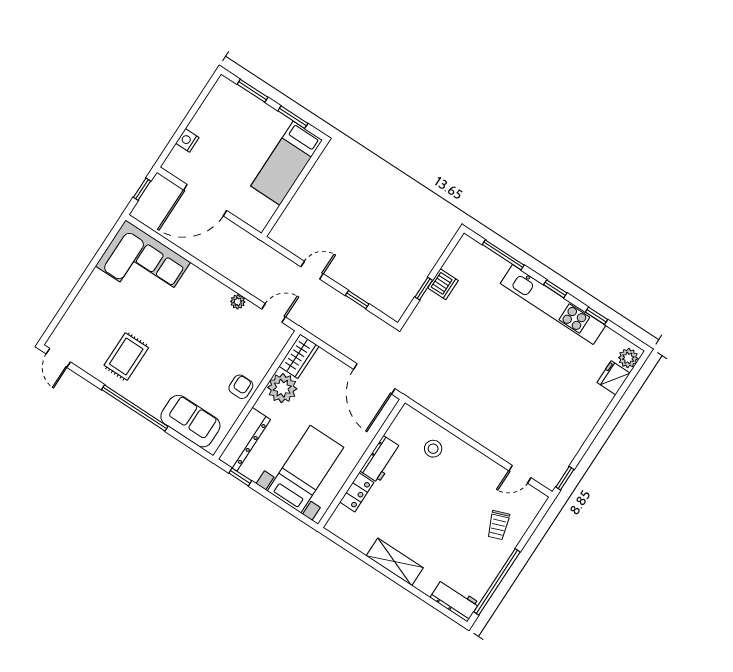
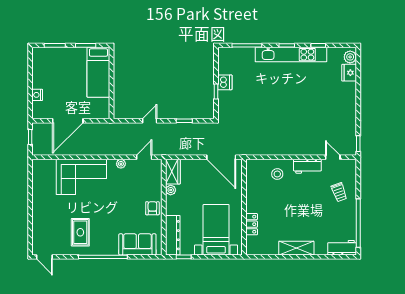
corner sofa: (143, 264) -> (81, 177), moved
plant: (282, 388) -> (171, 190), width x0.53, depth x0.53
workbench: (381, 459) -> (307, 166), moved, turned 90
door: (520, 474) -> (333, 157), swing flipped

